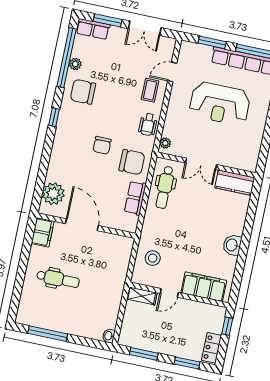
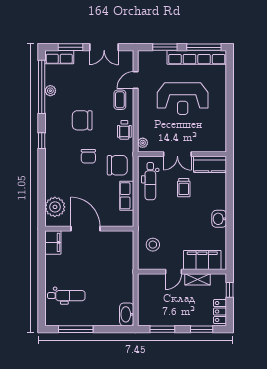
chair: (83, 92) -> (82, 120), moved
trolley: (200, 202) -> (184, 188), added
dental chair: (58, 279) -> (66, 296), moved
shelving: (142, 296) -> (198, 279), moved
washbasin: (109, 336) -> (127, 314), width x1.91, depth x1.45

